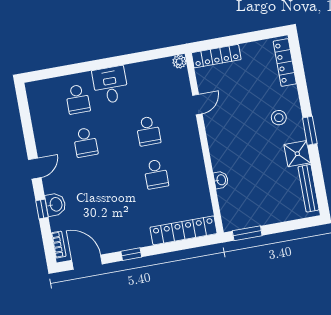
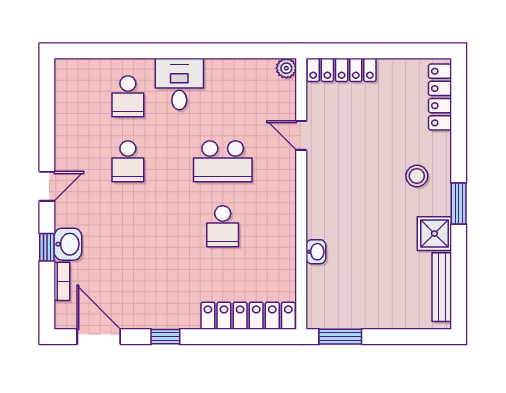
door: (197, 105) -> (301, 135), swing flipped
school desk: (148, 131) -> (223, 161), width x1.85
bookcase: (59, 245) -> (62, 281), moved

